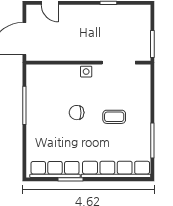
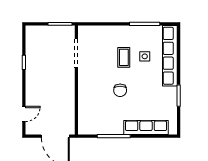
side table: (86, 72) -> (145, 56), moved
row of seats: (55, 169) -> (146, 128), moved, turned 90

